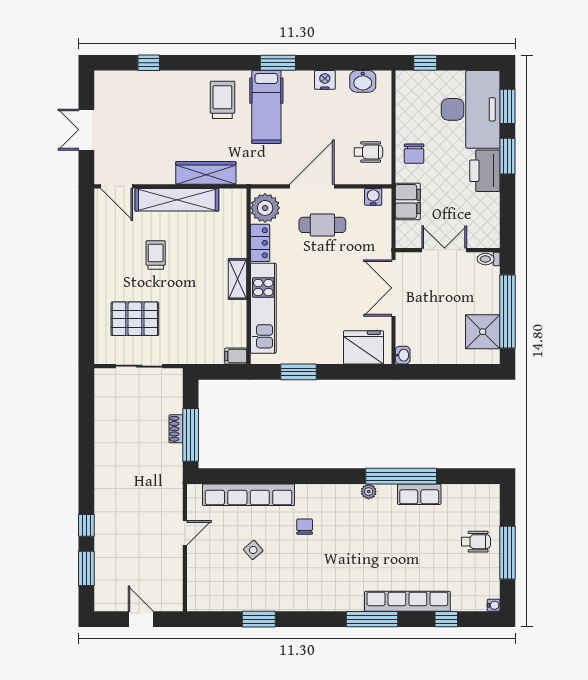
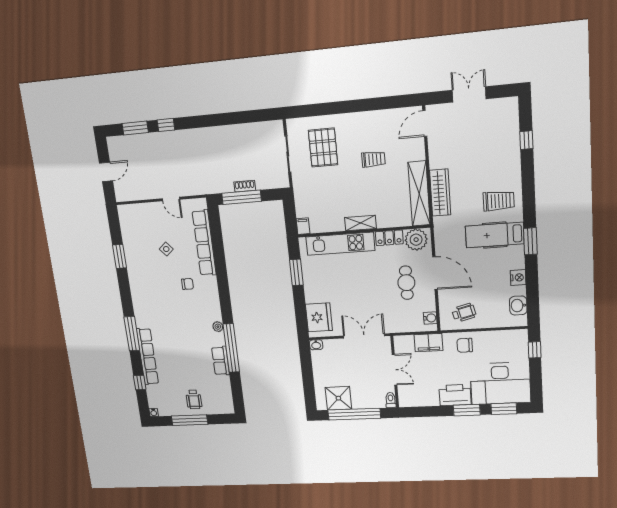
wheelchair: (368, 152) -> (464, 313), turned -104
shelving: (177, 200) -> (419, 194), moved

